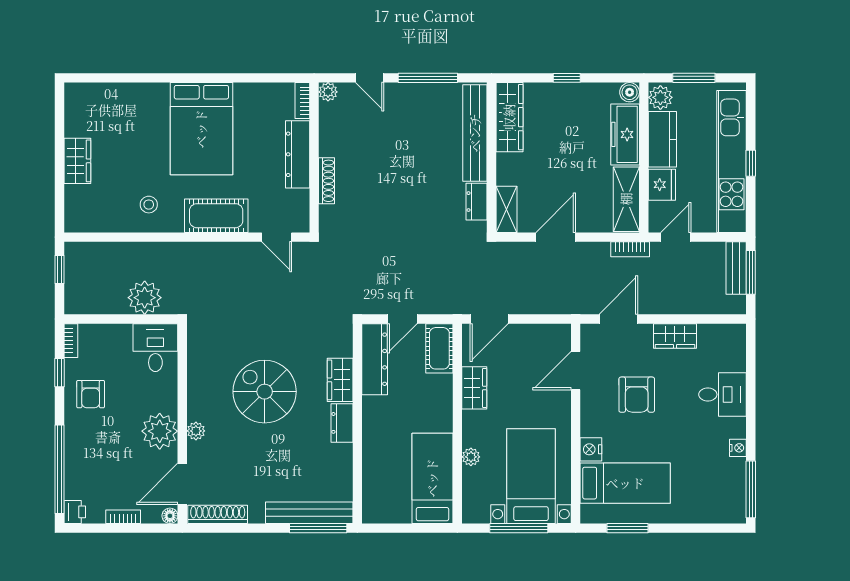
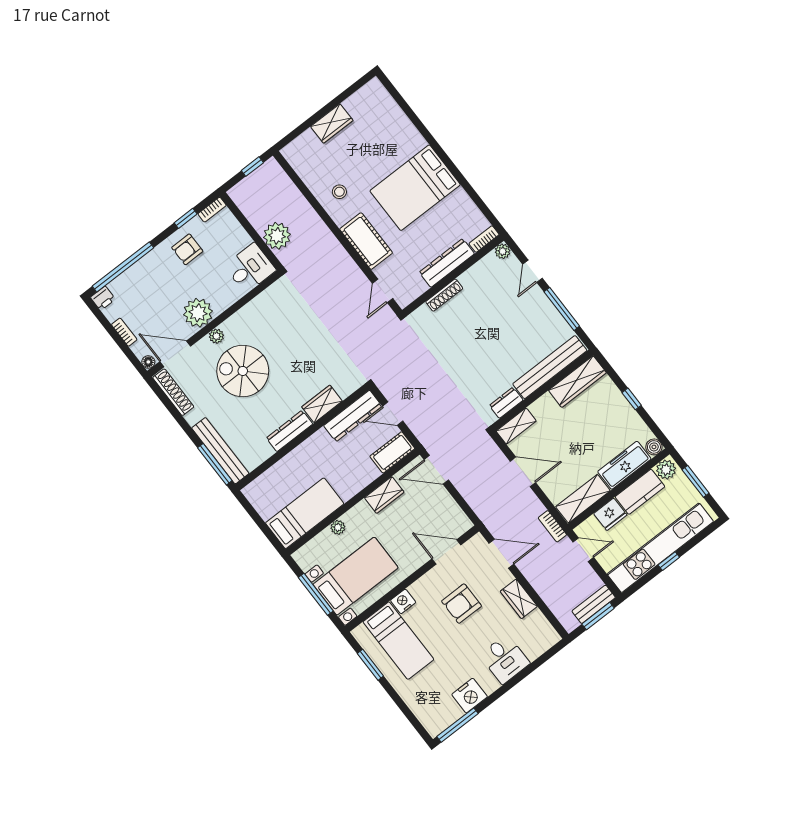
spiral stairs: (265, 392) -> (243, 371), moved, turned -90
dresser: (342, 423) -> (290, 431), width x1.44
nightstand: (738, 448) -> (470, 696), width x1.89, depth x1.79

